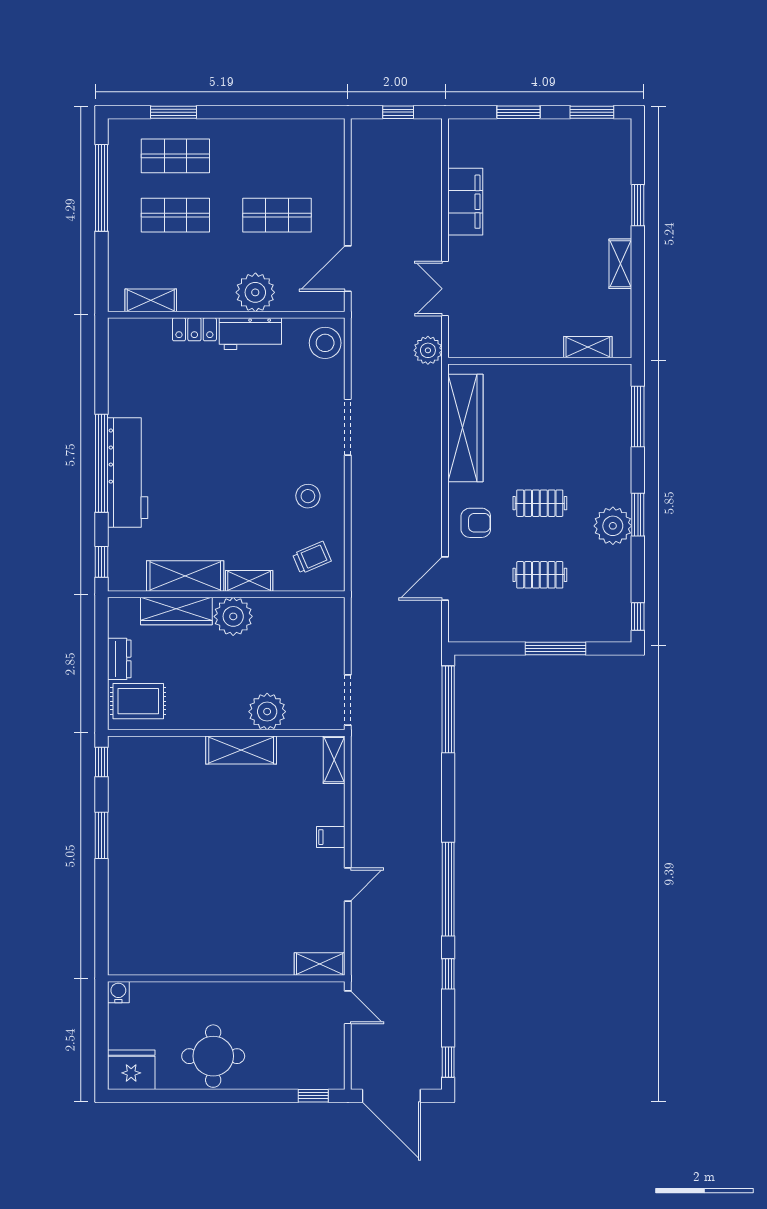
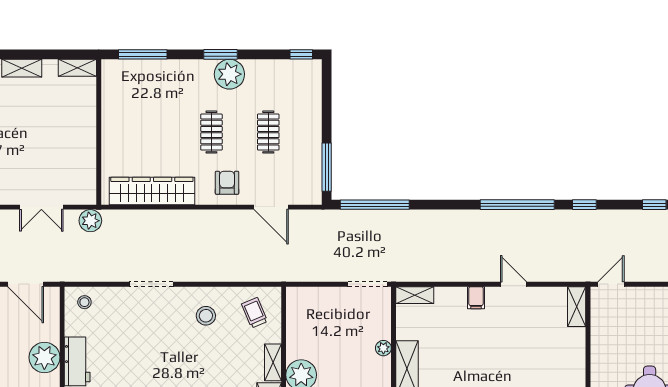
stool: (325, 343) -> (84, 302), width x0.53, depth x0.53
shelving: (588, 347) -> (77, 68), moved, turned 90
window: (555, 649) -> (327, 167), moved
plant: (267, 712) -> (383, 348), width x0.53, depth x0.53

